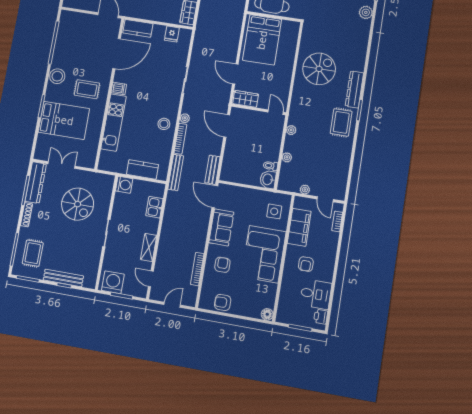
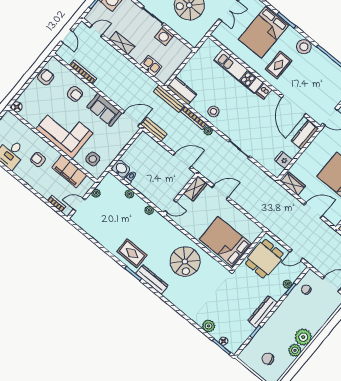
bed: (262, 40) -> (226, 242), moved
kitchen counter: (142, 169) -> (182, 91), moved, turned -90
washing machine: (124, 185) -> (164, 36), moved

